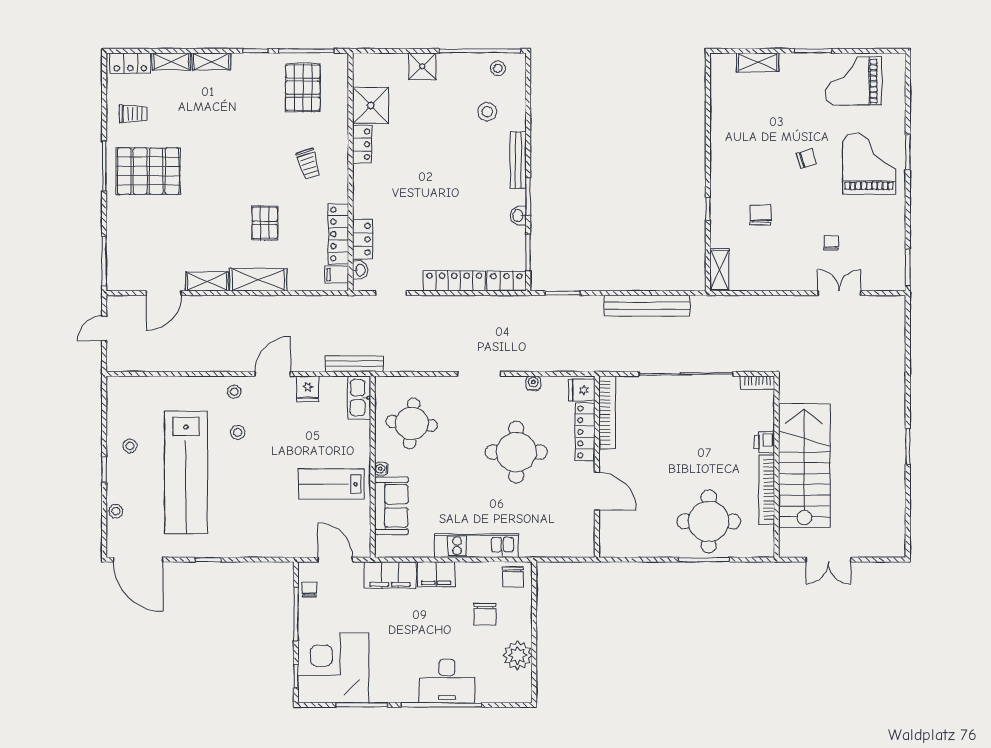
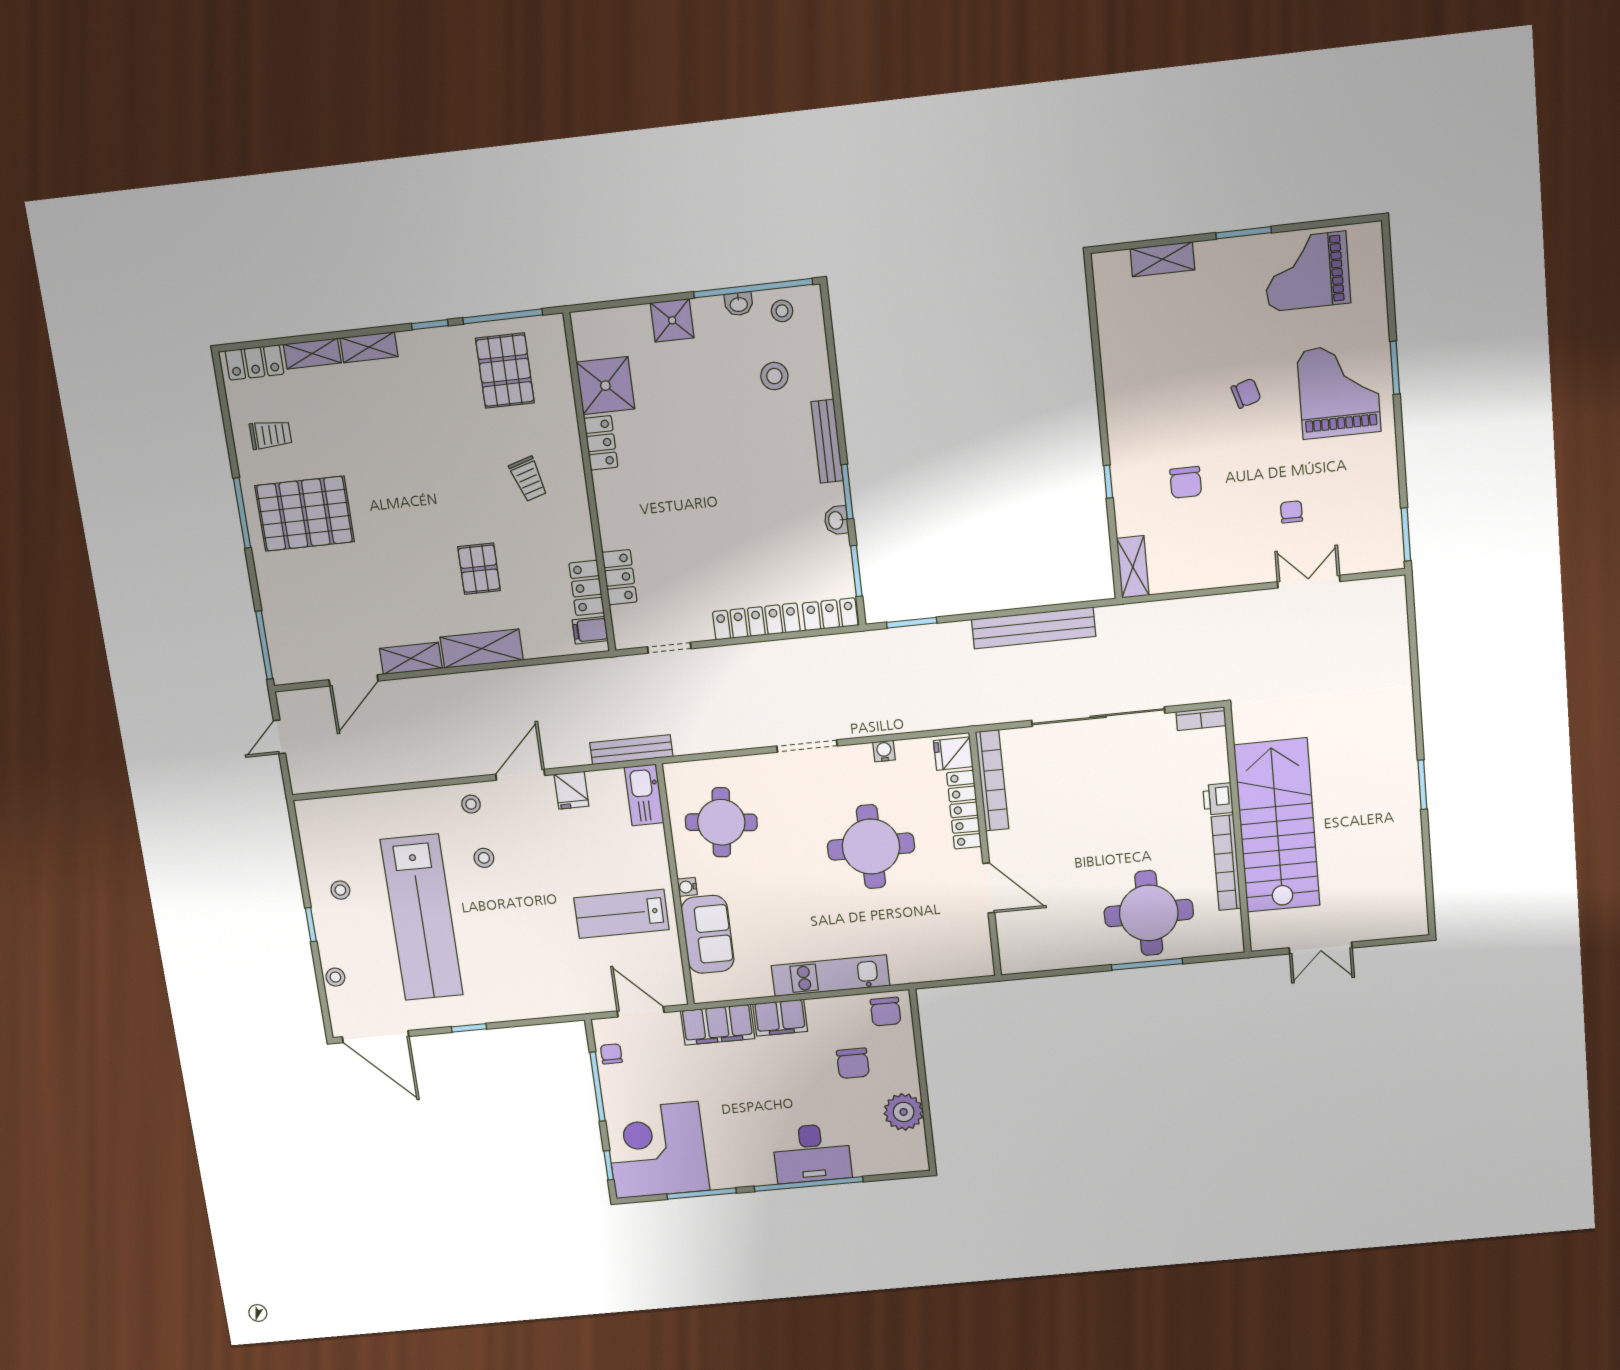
chair: (761, 215) -> (1186, 482), turned 180
locker: (338, 234) -> (587, 588), width x0.66
washbasin: (360, 270) -> (739, 304), moved, turned 90

